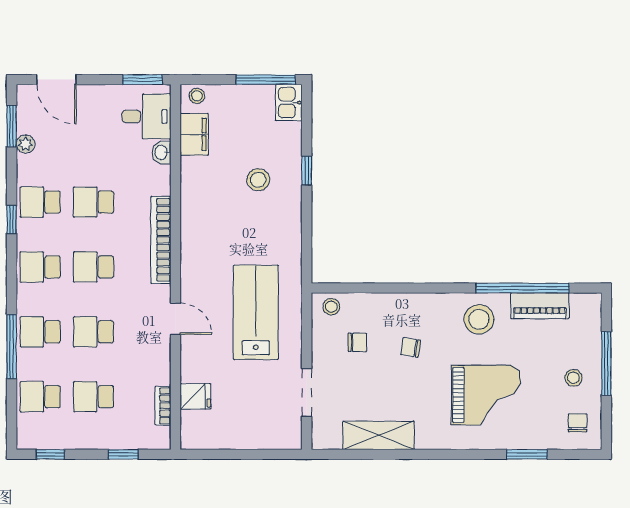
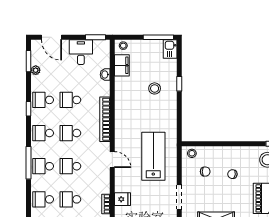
desk: (146, 116) -> (81, 52), moved, turned -90
window: (12, 347) -> (29, 163), moved

